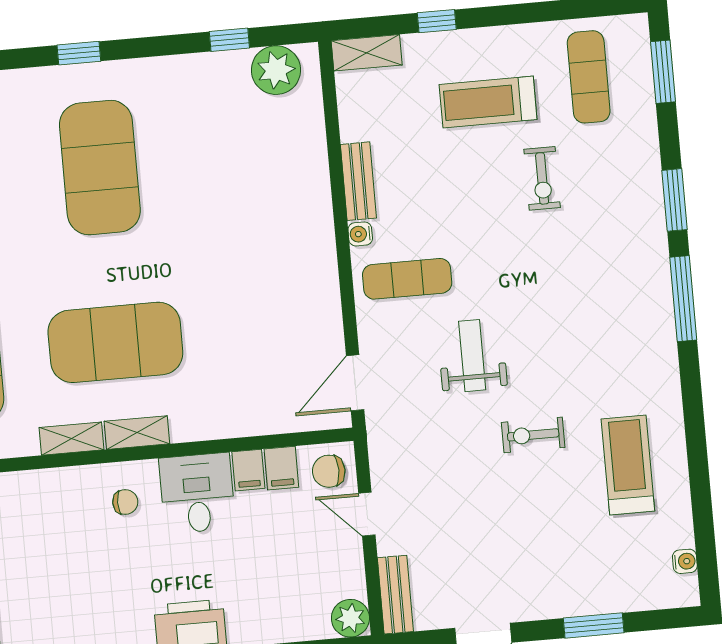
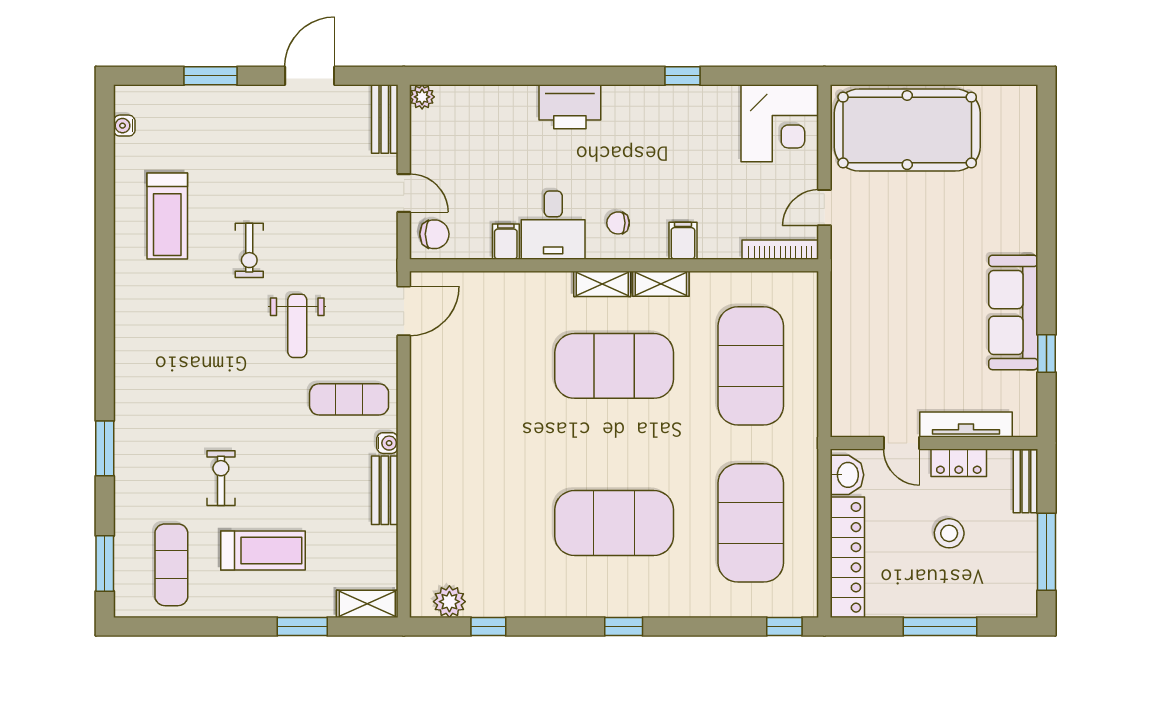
window: (437, 21) -> (302, 627), width x1.50
plant: (276, 70) -> (449, 602), width x0.73, depth x0.73
exercise mat: (100, 168) -> (614, 523), turned 90
window: (683, 299) -> (105, 360), removed
exercise bike: (533, 435) -> (249, 250), turned 90
filing cabinet: (281, 468) -> (683, 241), moved
plant: (350, 618) -> (422, 97), width x0.73, depth x0.73

